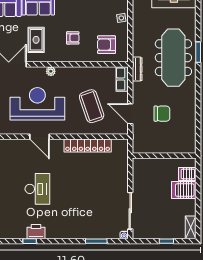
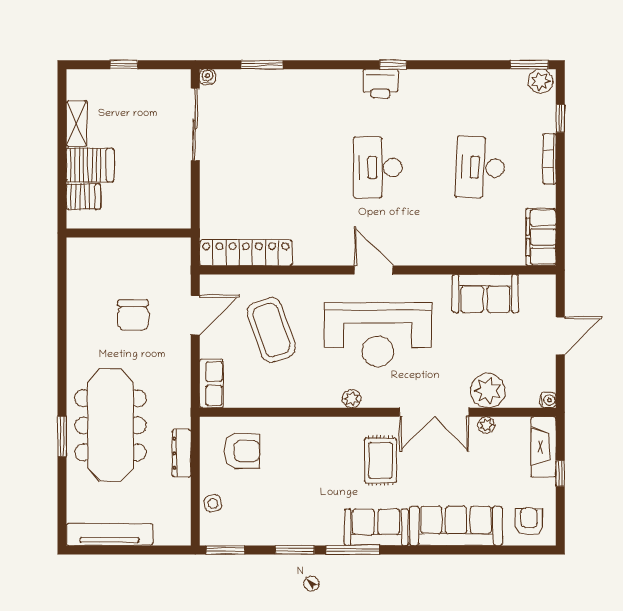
armchair: (73, 38) -> (308, 464), removed
dresser: (137, 69) -> (182, 453), moved
door: (130, 114) -> (195, 315), hinge flipped
chair: (162, 114) -> (133, 315), turned -90
locker: (88, 145) -> (246, 253), moved
shelving: (191, 227) -> (77, 124), moved

